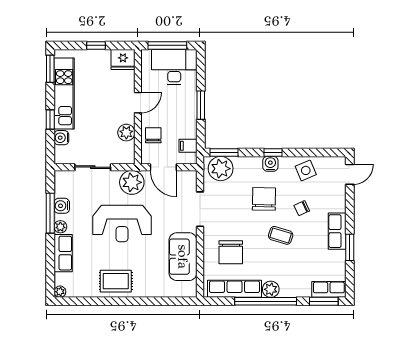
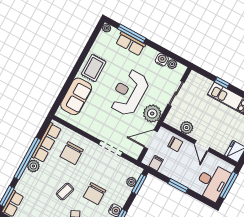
water cooler: (61, 138) -> (206, 84), removed
plant: (221, 169) -> (131, 182), width x0.53, depth x0.53
chair: (264, 199) -> (95, 194), turned 89
window: (50, 213) -> (132, 34), moved
plant: (60, 227) -> (172, 64), moved
chair: (231, 252) -> (72, 153), turned -90
sofa: (183, 257) -> (76, 96), moved, turned 90

